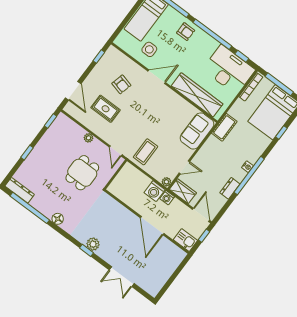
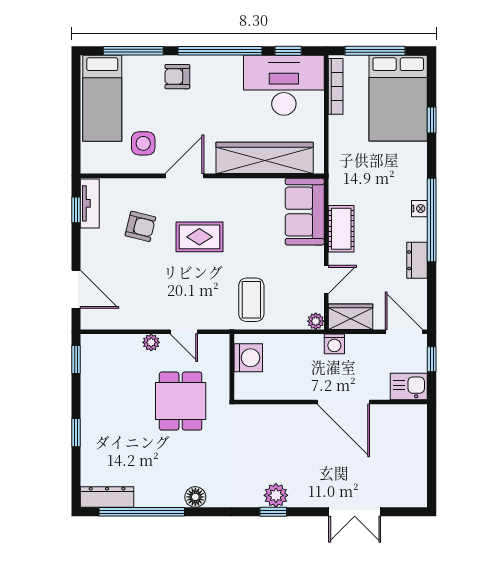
armchair: (186, 32) -> (177, 77), turned 180
tv unit: (107, 58) -> (90, 203), added
rug: (106, 109) -> (199, 237), moved
cot: (224, 127) -> (341, 229), moved
door: (116, 151) -> (184, 332), moved
washing machine: (155, 191) -> (248, 358), moved, turned -90

